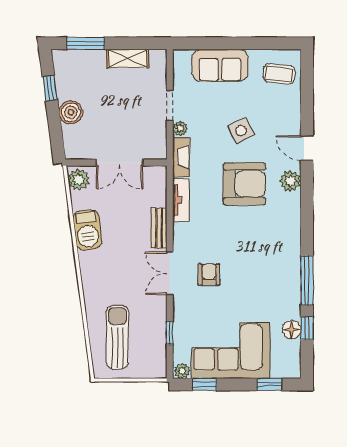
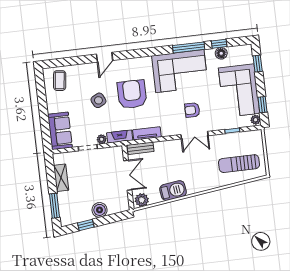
sofa: (220, 65) -> (60, 131), moved
plant: (290, 181) -> (127, 65), removed
bench: (159, 228) -> (141, 148), moved
corner sofa: (272, 262) -> (180, 71), added

